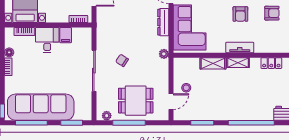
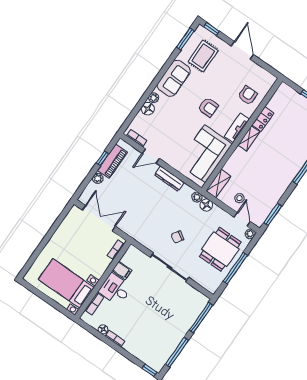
armchair: (272, 13) -> (248, 95), moved
corner sofa: (190, 27) -> (205, 154), moved, turned -90
shelving: (213, 63) -> (218, 183), moved
locker: (271, 63) -> (263, 119), moved
floor lamp: (163, 66) -> (206, 205), added
sofa: (41, 107) -> (169, 335), removed
plant: (107, 116) -> (250, 234), moved
window: (72, 123) -> (201, 318), width x1.44
window: (202, 123) -> (273, 214), moved

